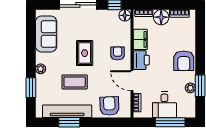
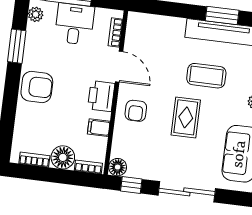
filing cabinet: (140, 39) -> (99, 128), width x0.50
armchair: (184, 61) -> (37, 87), turned 90
plant: (190, 88) -> (36, 14), moved
armchair: (109, 106) -> (158, 33), removed

